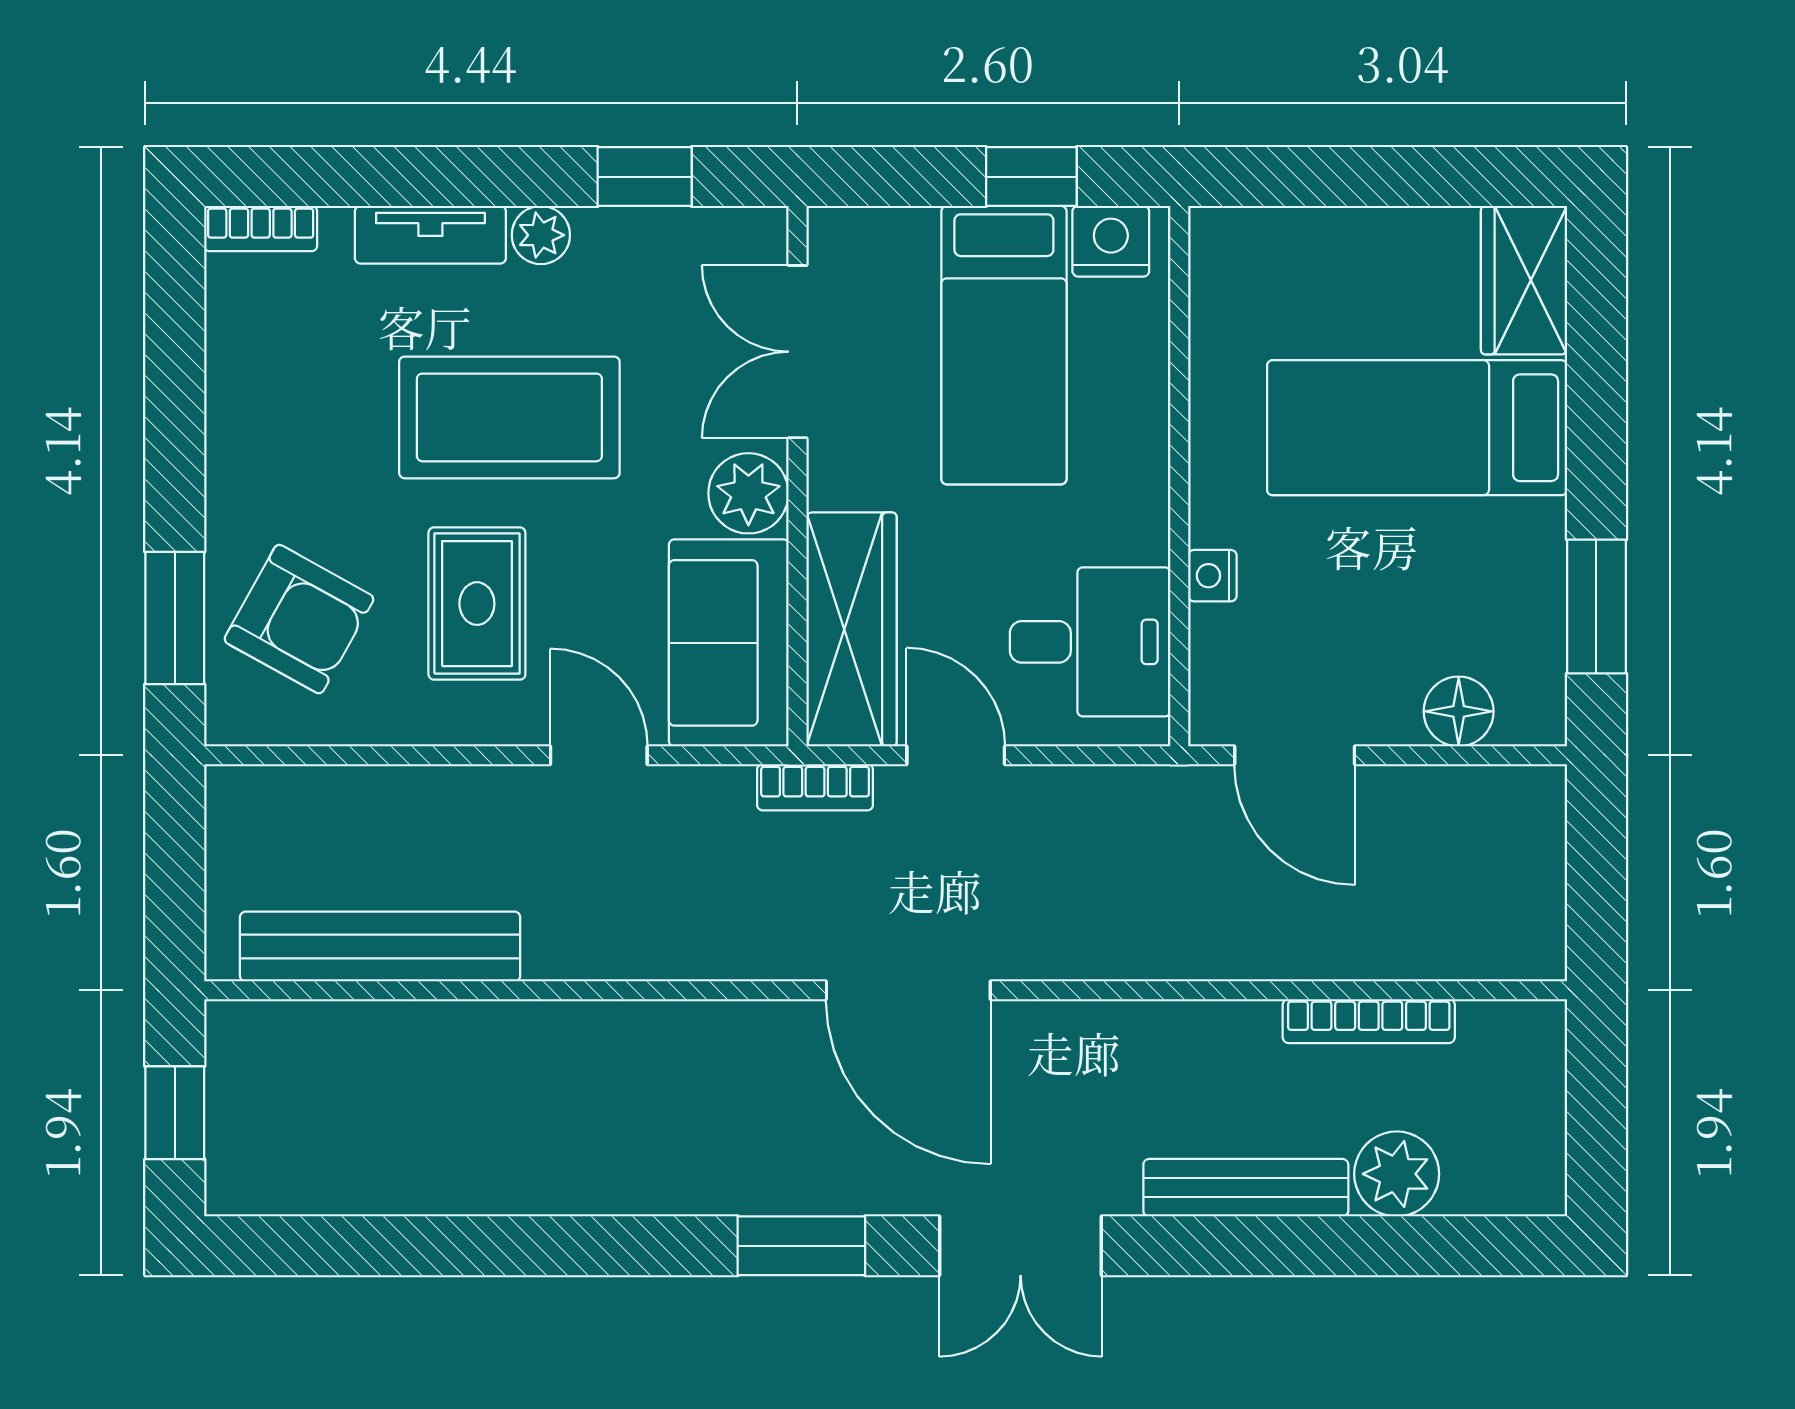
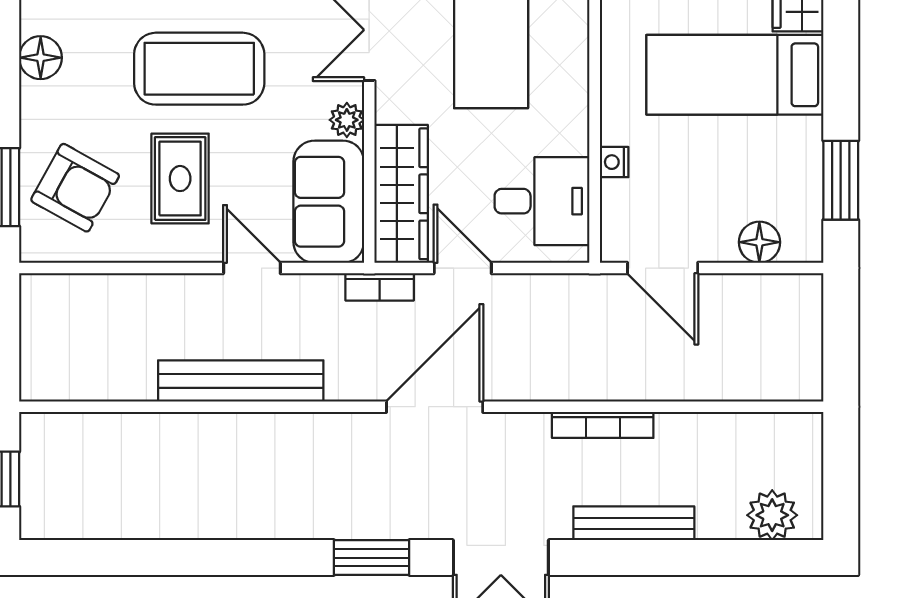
floor lamp: (240, 399) -> (41, 58), added
plant: (748, 493) -> (347, 120), width x0.73, depth x0.73
bench: (380, 947) -> (241, 381), moved
door: (908, 990) -> (435, 407), swing flipped
bookcase: (1369, 1021) -> (603, 425), moved
plant: (1397, 1174) -> (772, 515), moved

